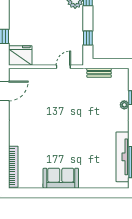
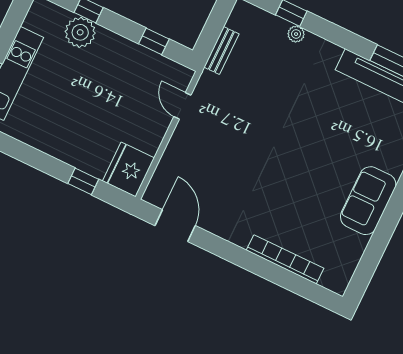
bookcase: (13, 167) -> (285, 259), moved

